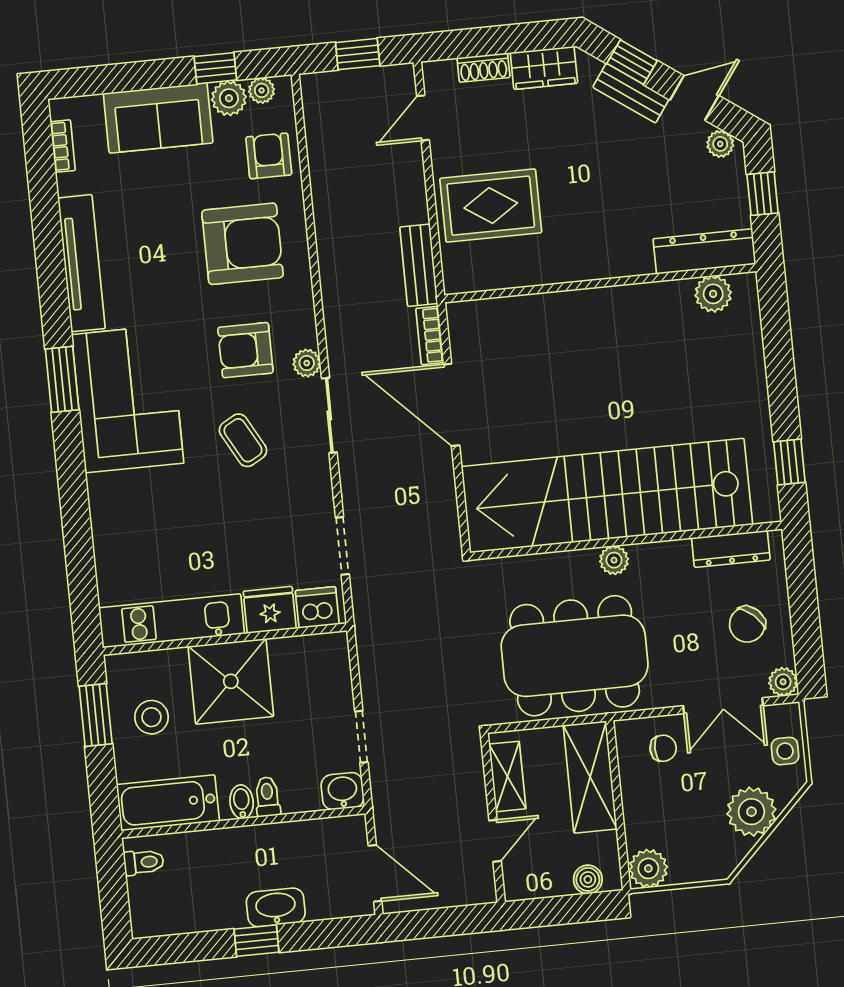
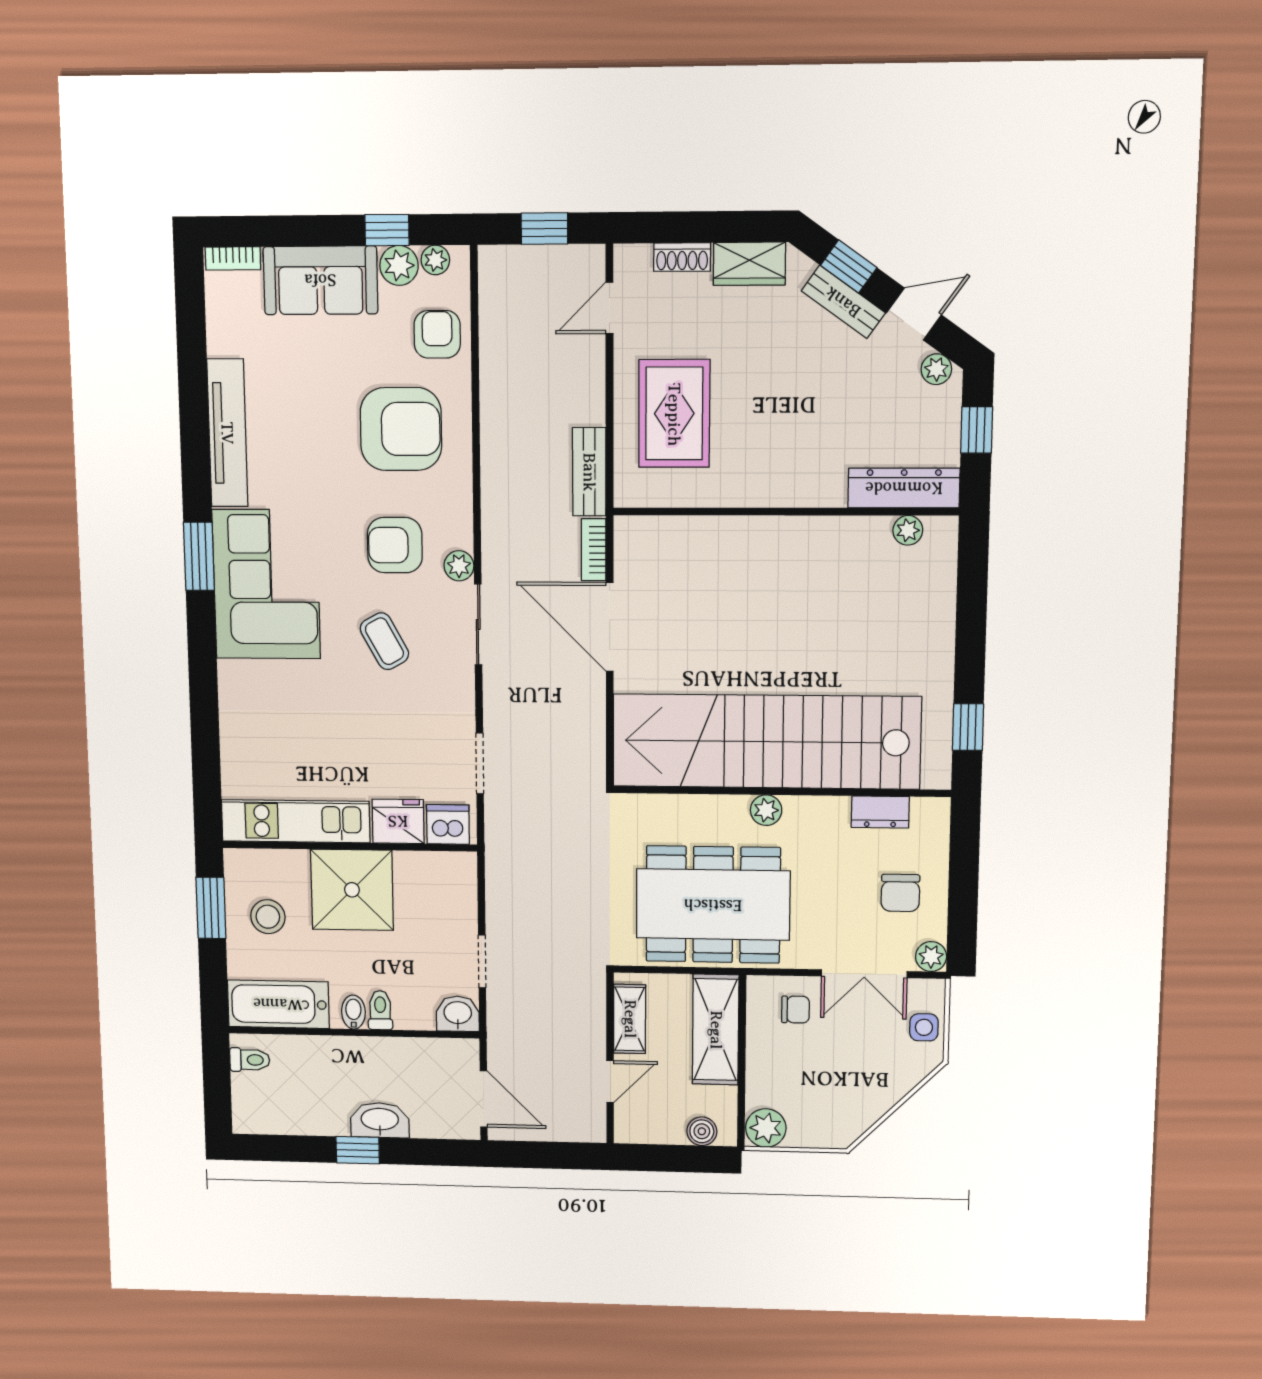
bookcase: (63, 146) -> (233, 258), moved, turned 90
rug: (491, 206) -> (674, 414), turned 90
plant: (713, 294) -> (908, 530), width x0.73, depth x0.73
dresser: (731, 549) -> (880, 812), width x0.70
chair: (747, 624) -> (900, 893), turned -42
plant: (751, 812) -> (881, 1084), removed

